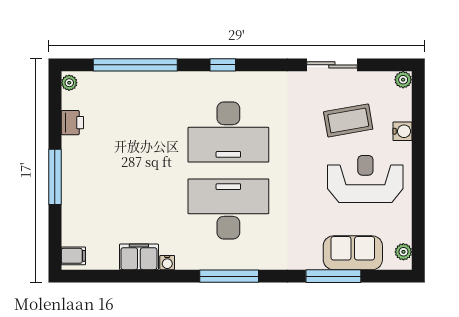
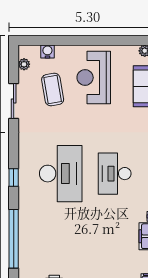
plant: (403, 80) -> (24, 64), moved
water cooler: (402, 131) -> (47, 51), moved
desk: (228, 209) -> (115, 174), width x0.73, depth x0.77

